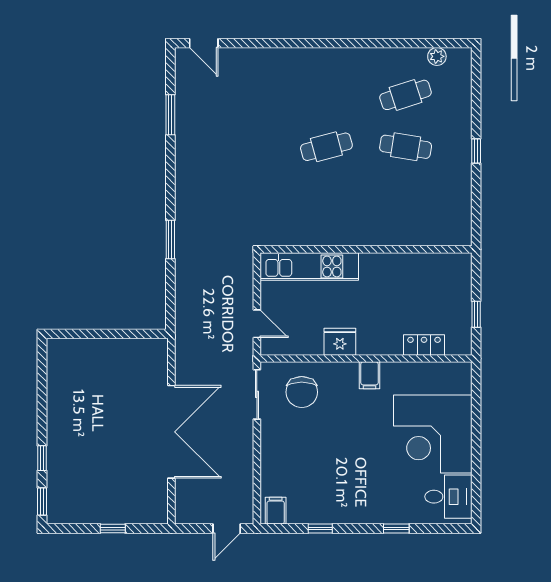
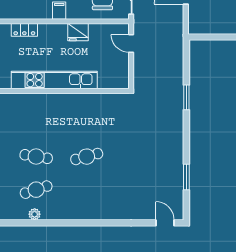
plant: (437, 56) -> (35, 214), moved
kitchen unit: (309, 266) -> (54, 80), moved, width x1.36

